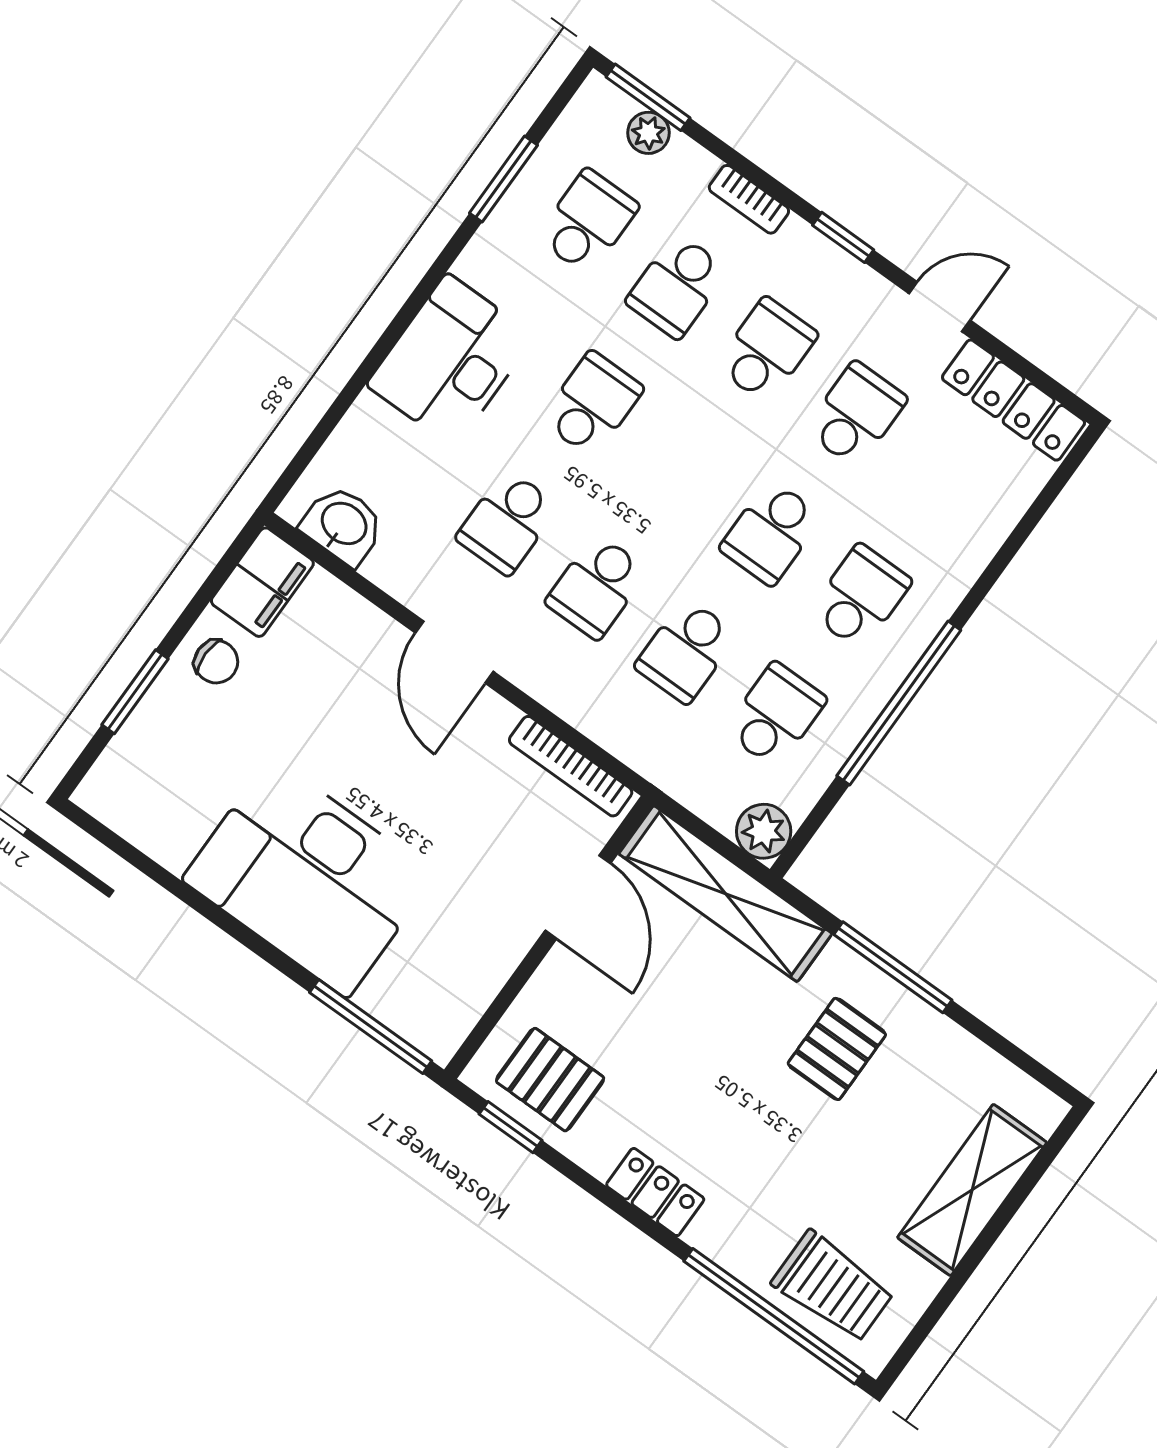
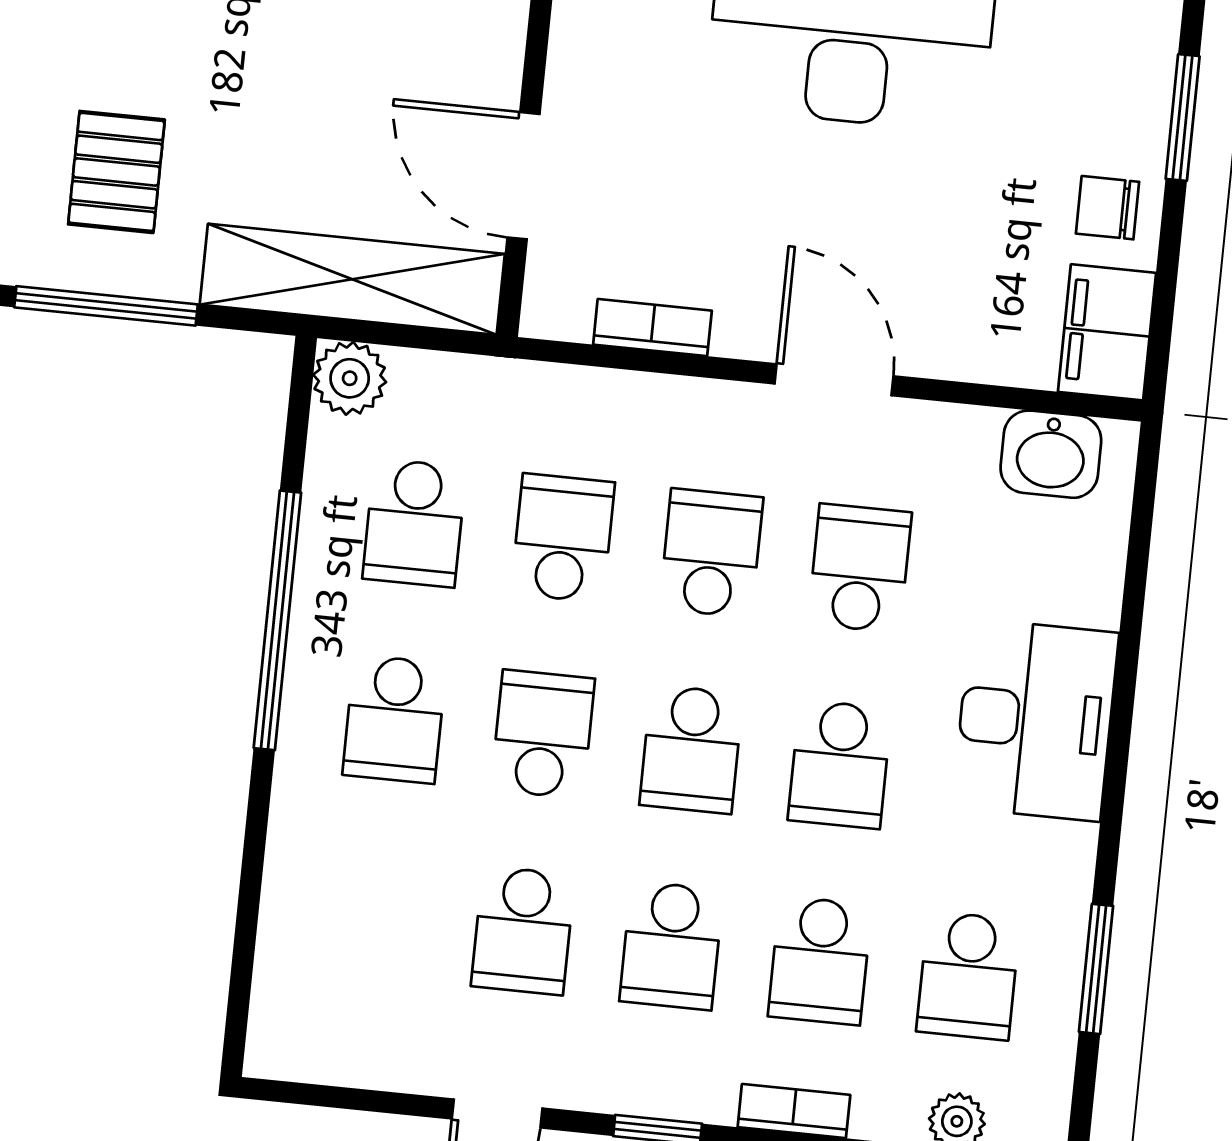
school desk: (677, 286) -> (820, 961), turned 180
locker: (1013, 400) -> (347, 1054), removed
school desk: (682, 468) -> (691, 749), added
bookcase: (571, 766) -> (652, 328), width x0.64

